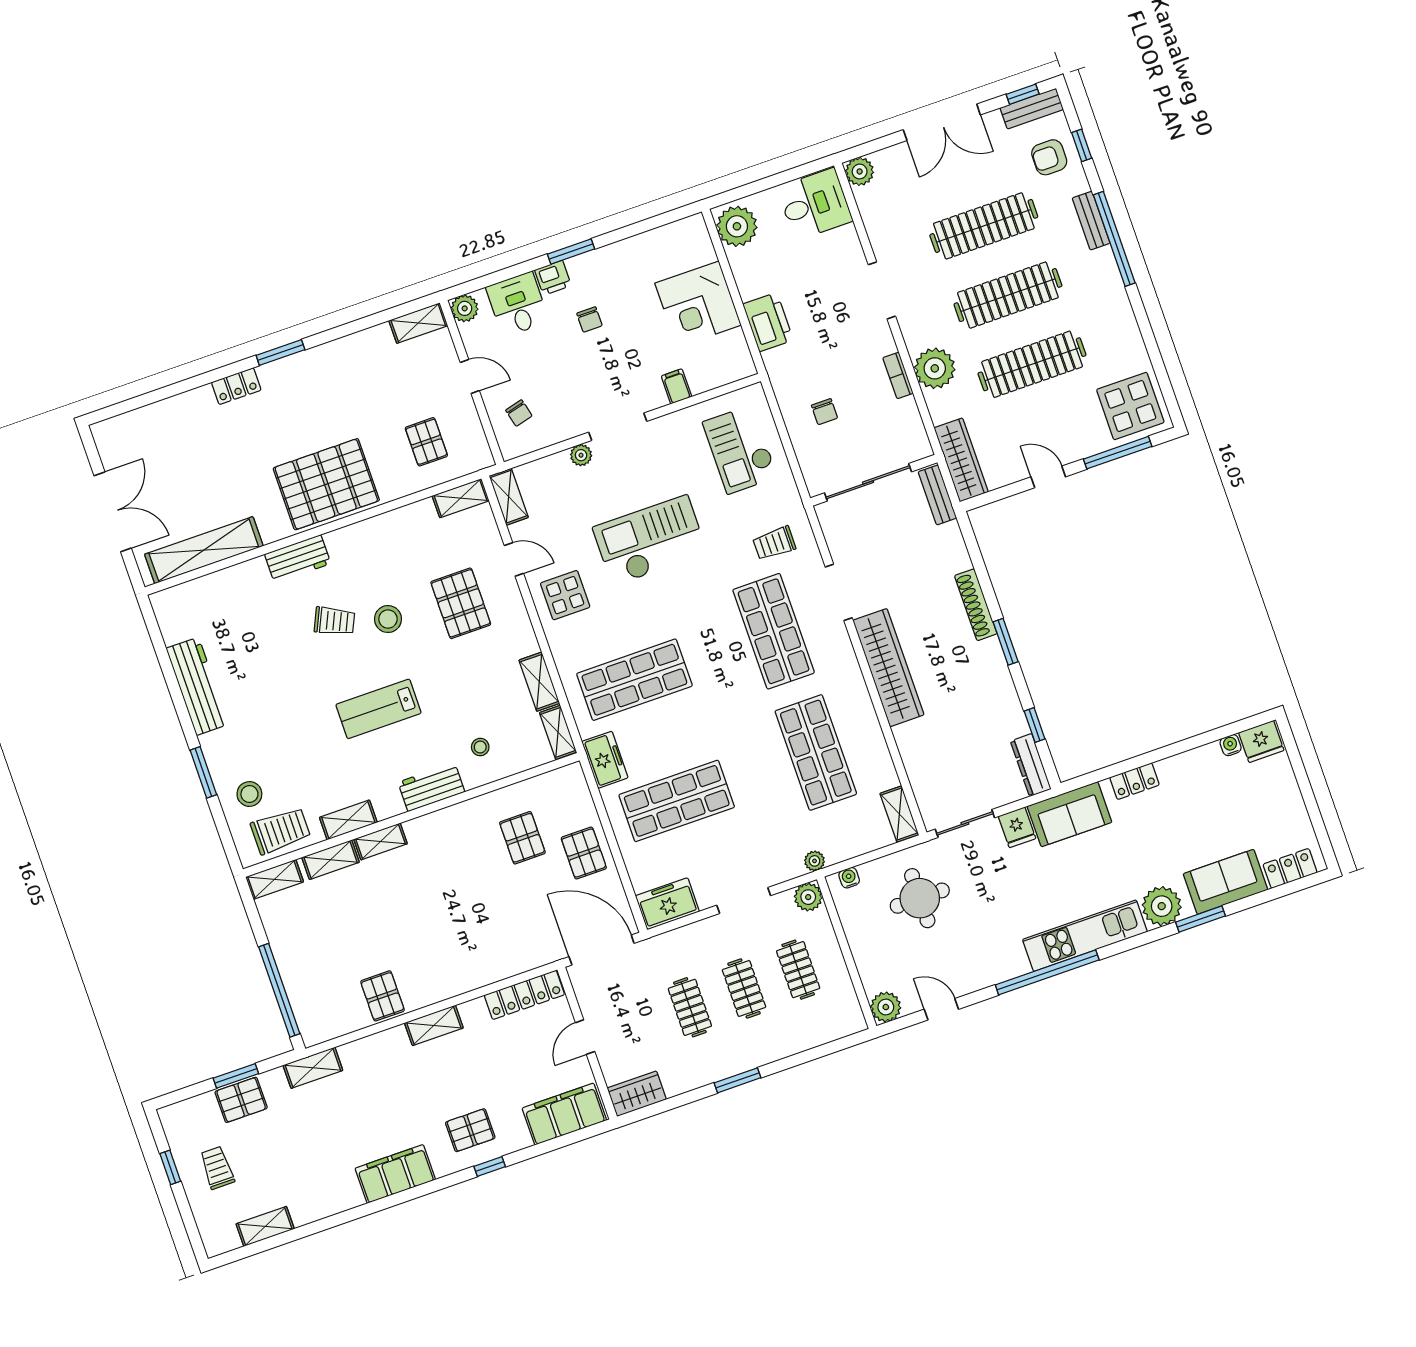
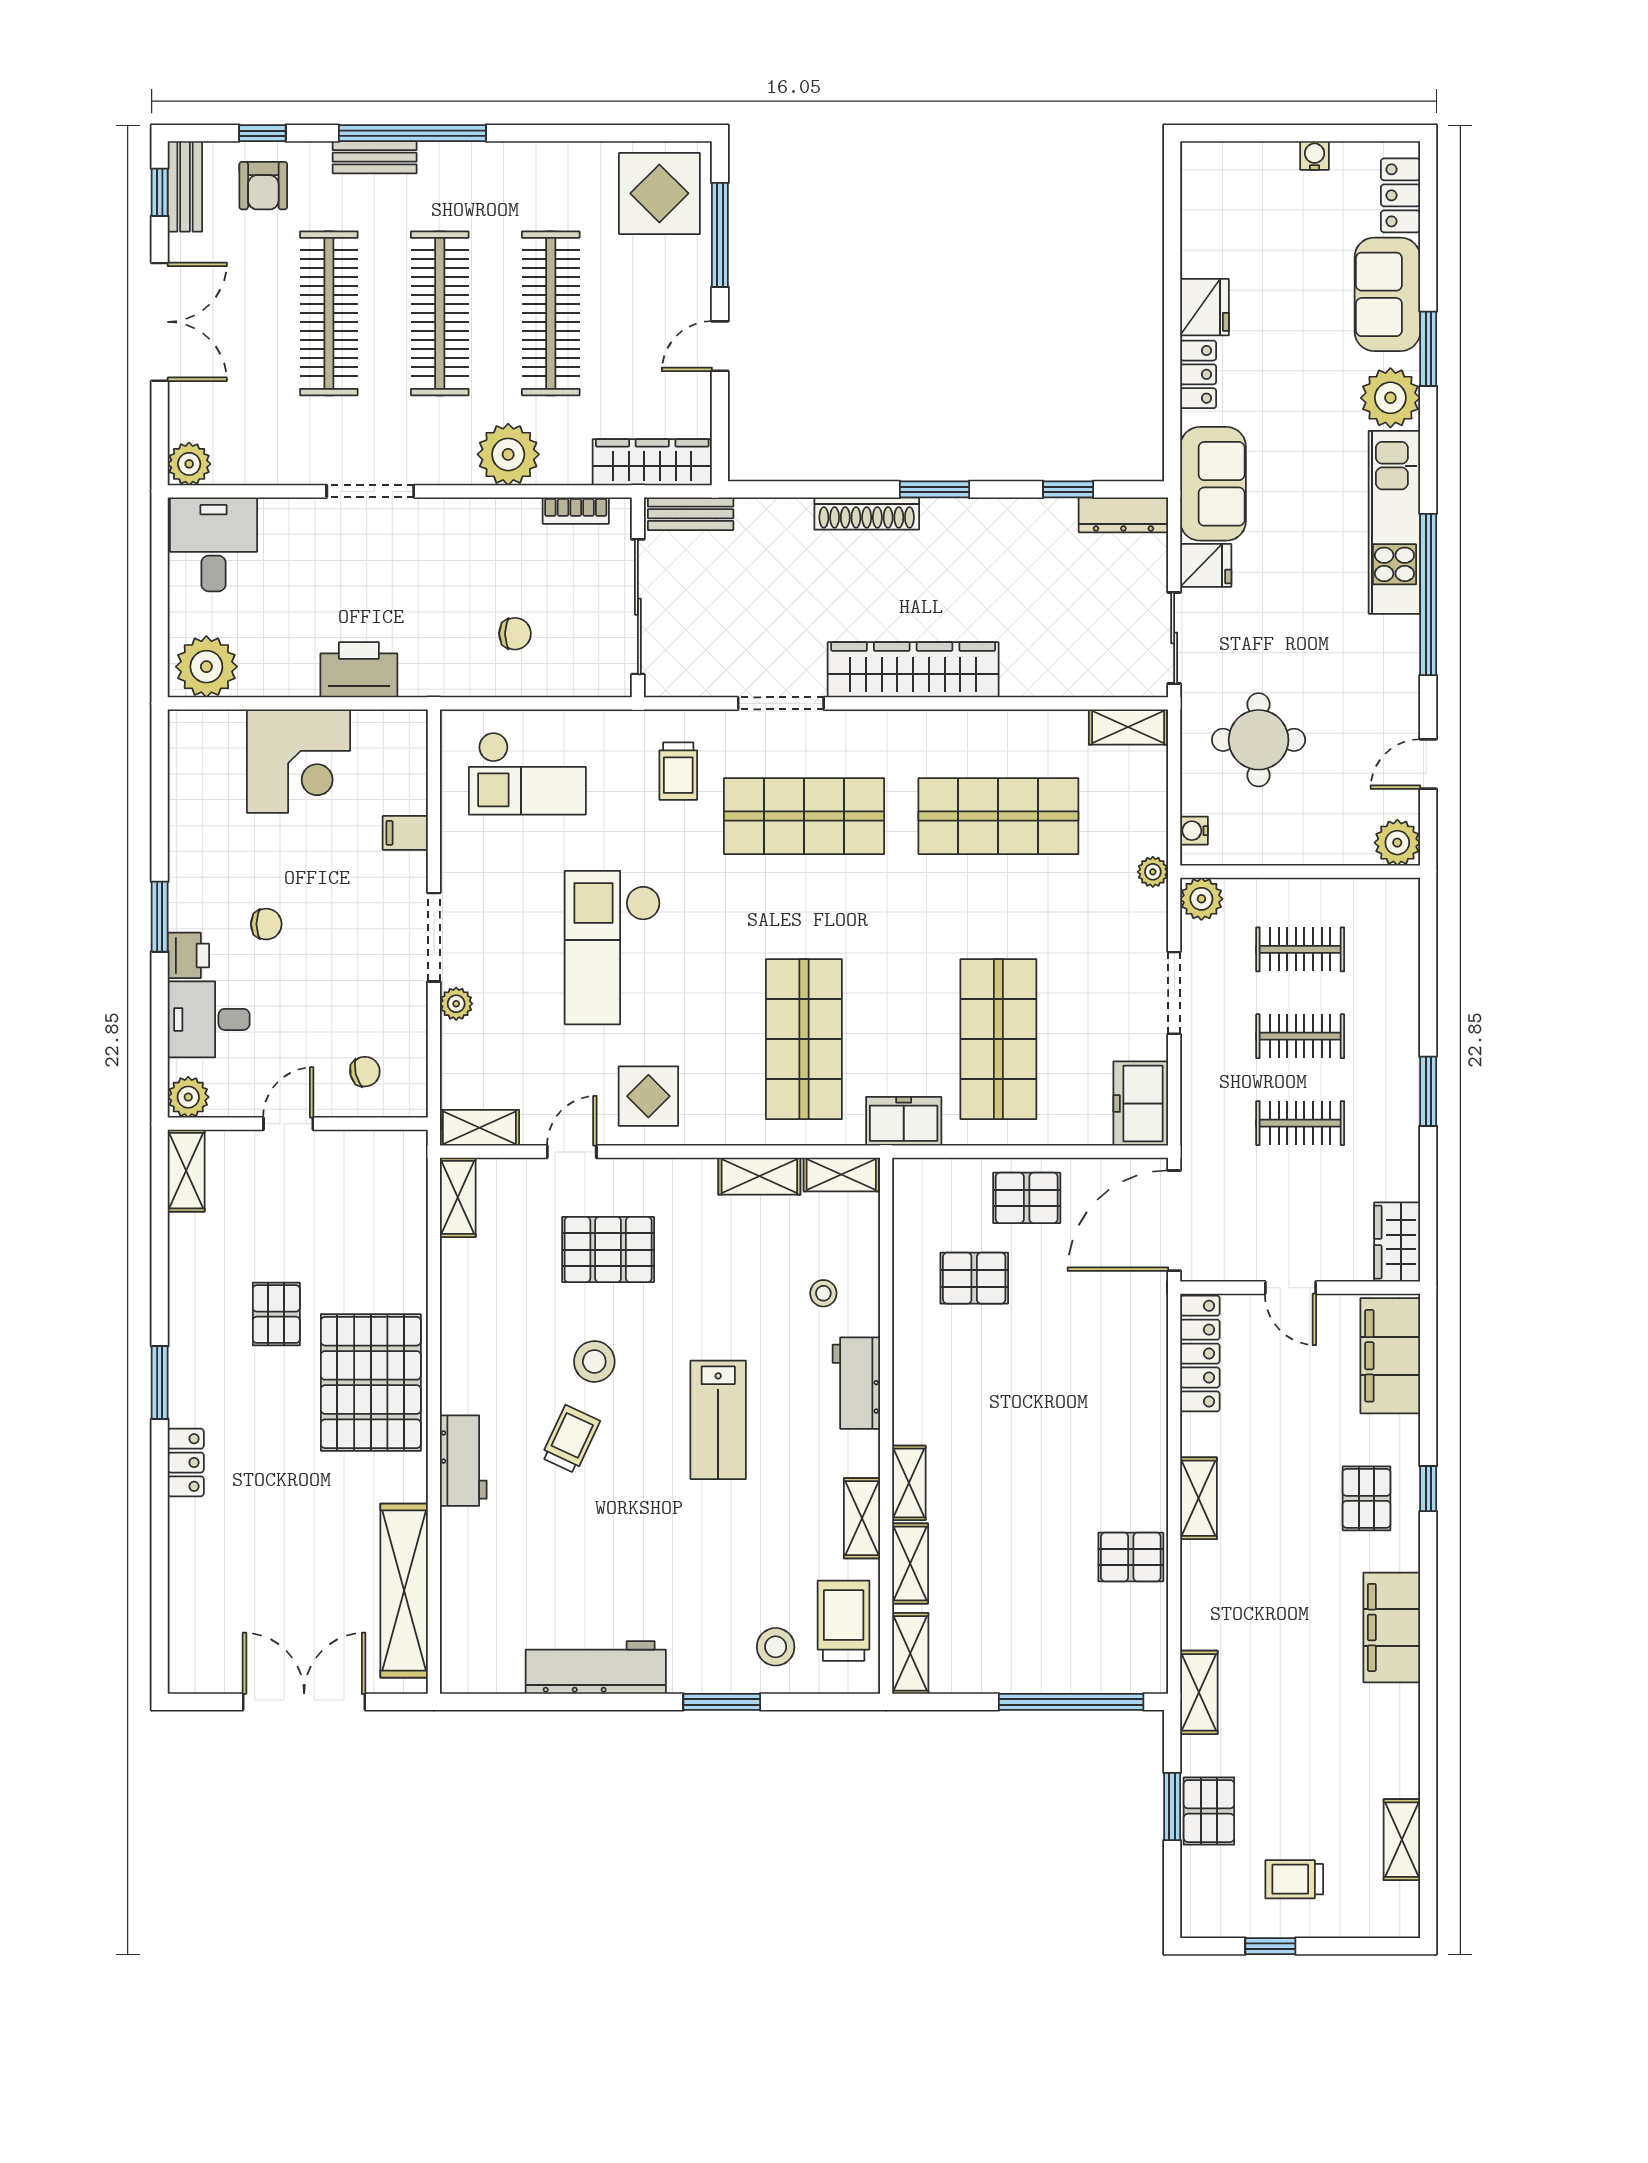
bookcase: (898, 375) -> (576, 511), moved
pallet: (426, 442) -> (276, 1314), moved, turned 90
fridge: (1261, 741) -> (1204, 307), moved
water cooler: (1231, 745) -> (1315, 156), moved, turned 90

